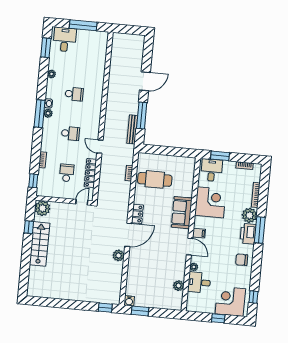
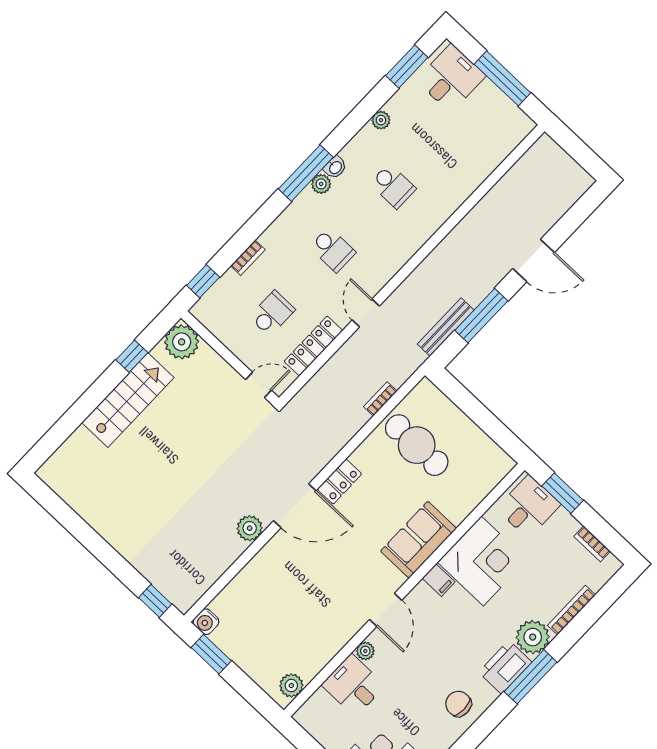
filing cabinet: (199, 233) -> (439, 580), moved
plant: (179, 286) -> (291, 686), moved

